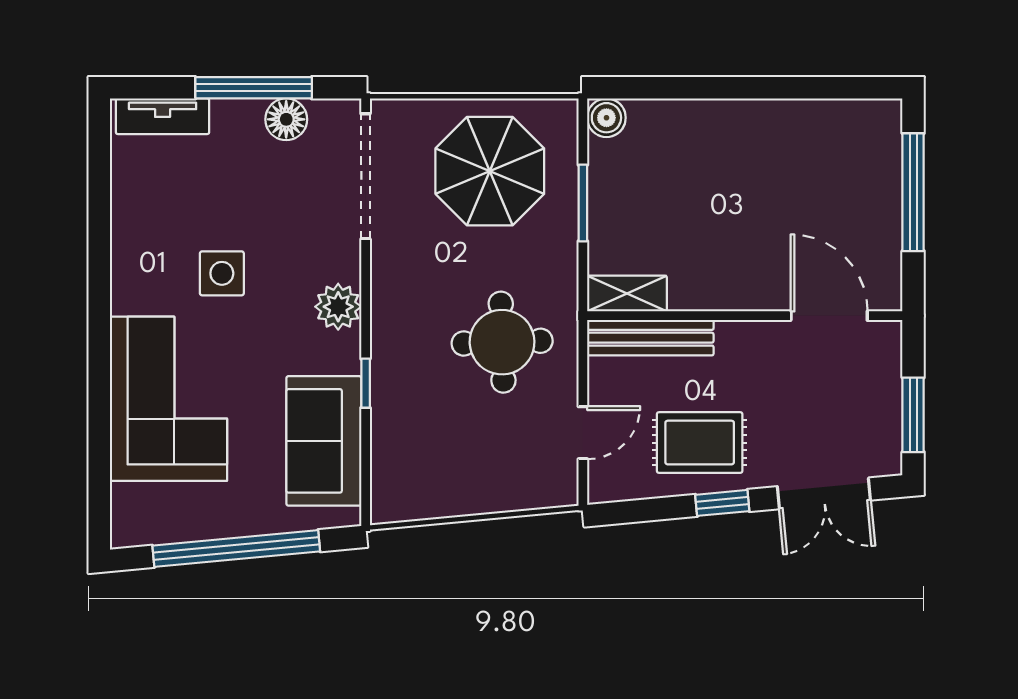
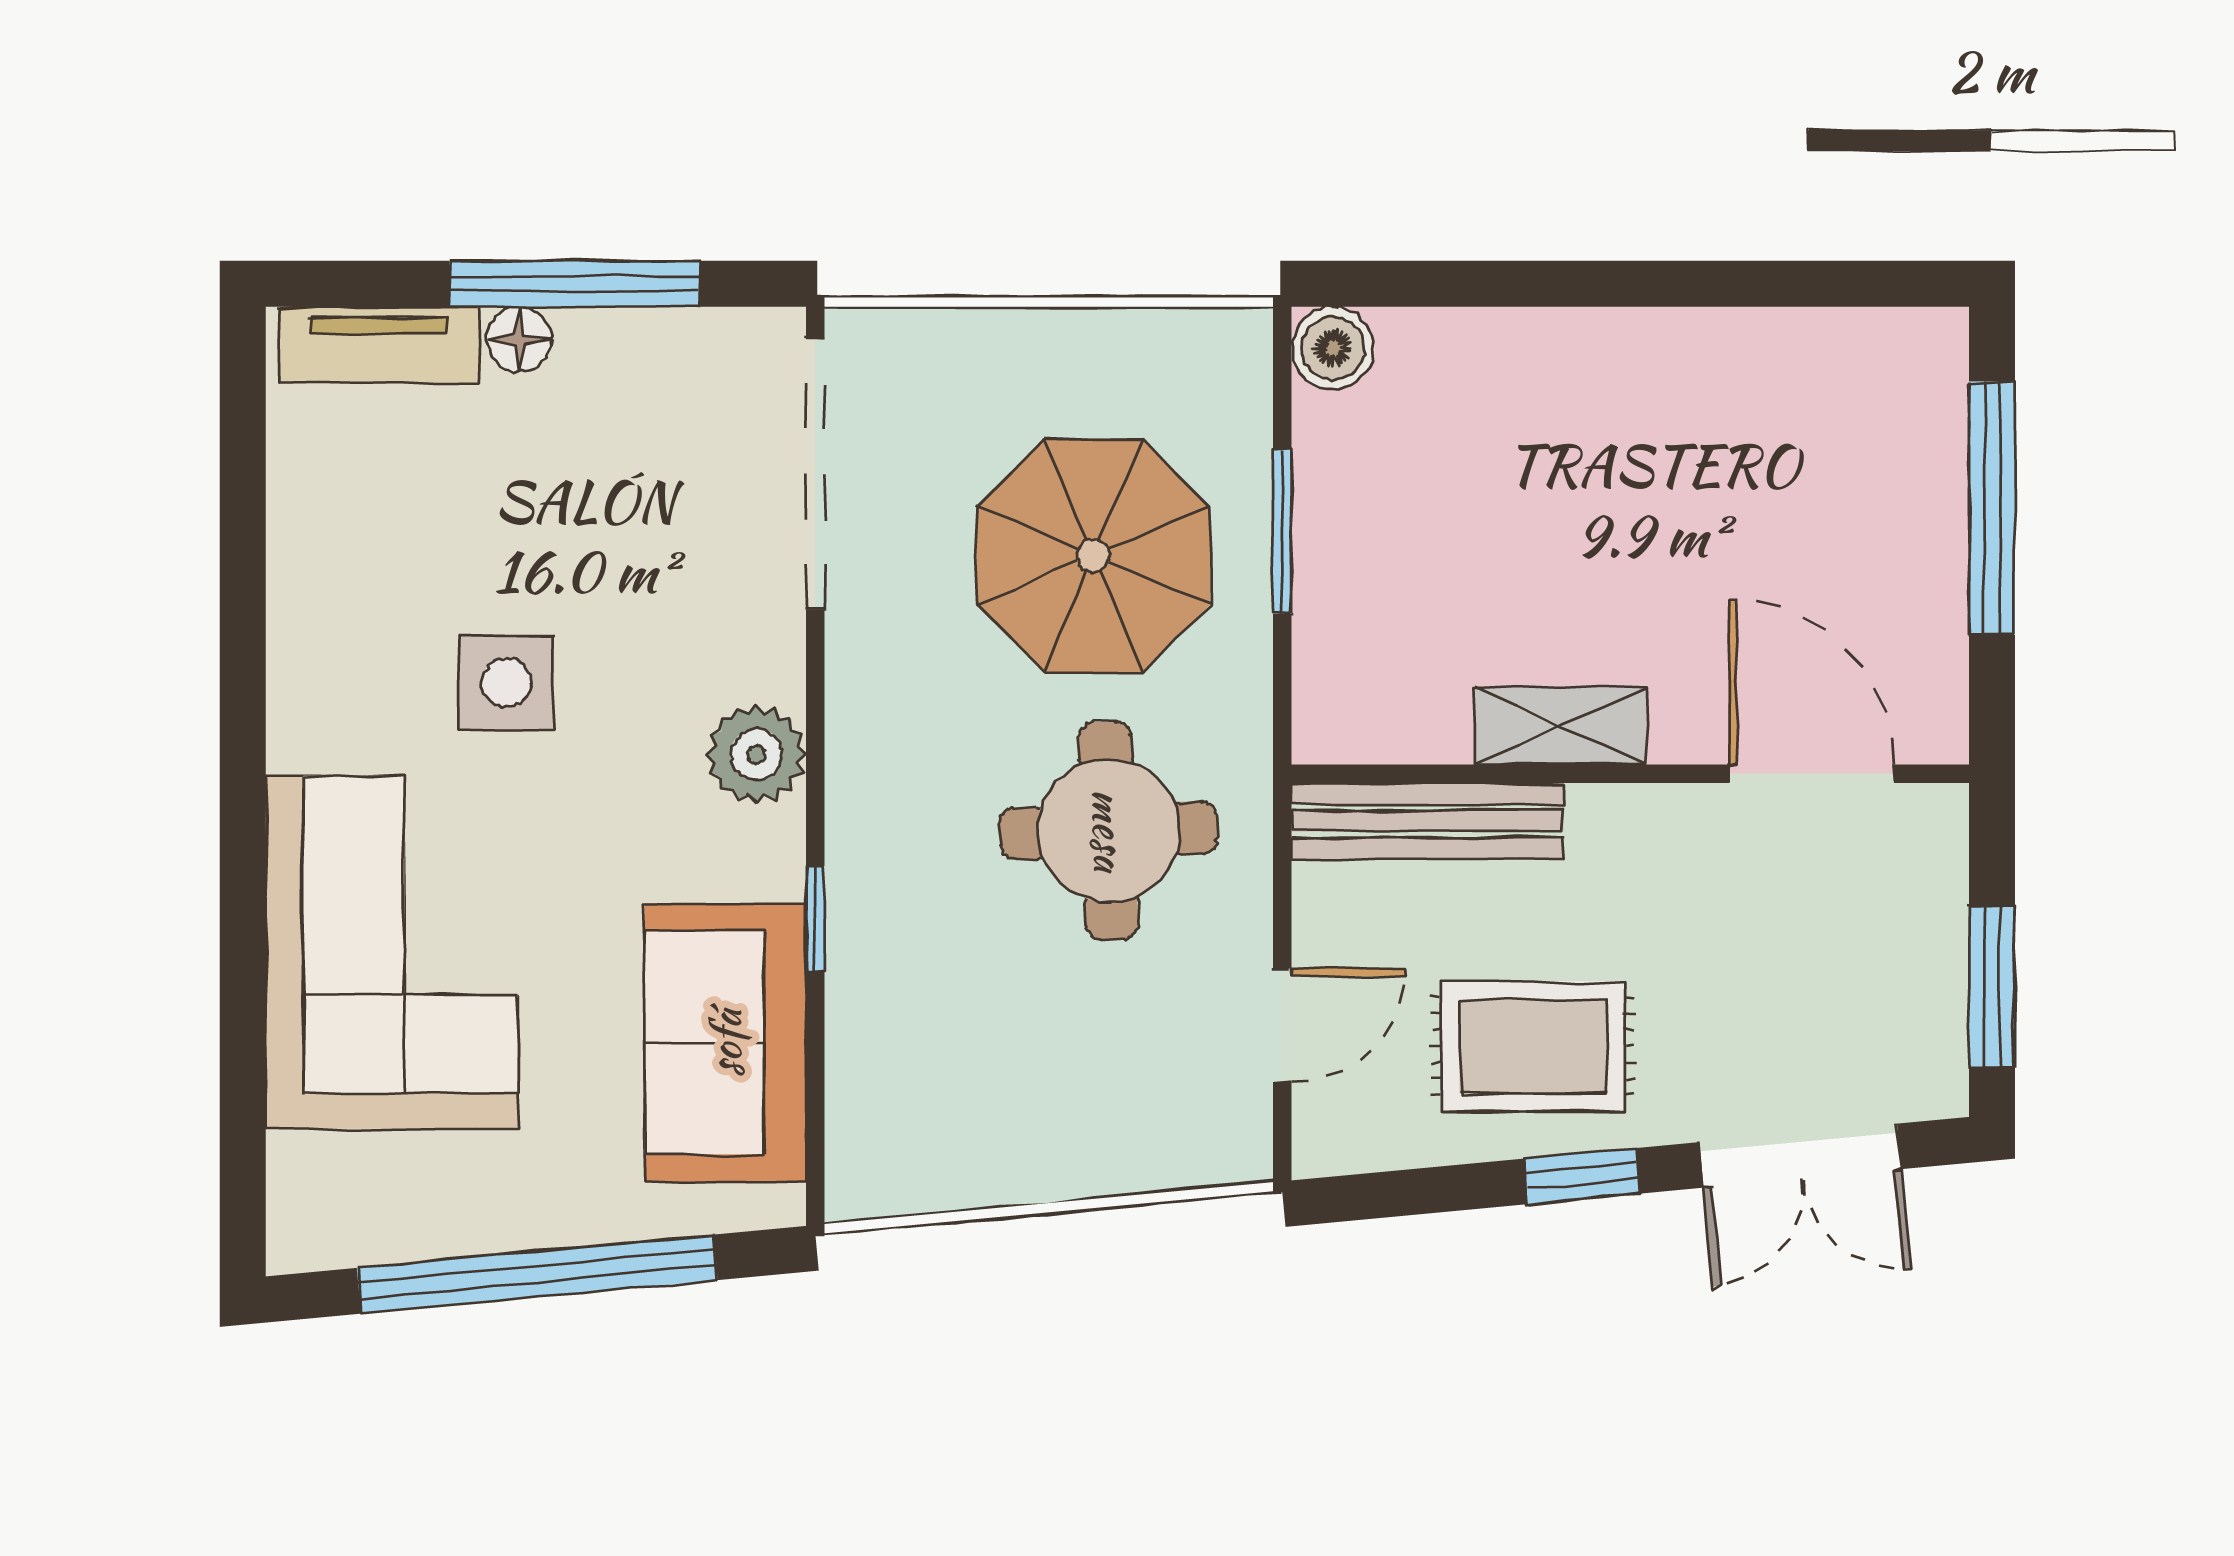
floor lamp: (286, 119) -> (519, 339), moved, width x0.73, depth x0.73
parasol: (490, 171) -> (1093, 556), moved
shelving: (627, 294) -> (1560, 726), moved

